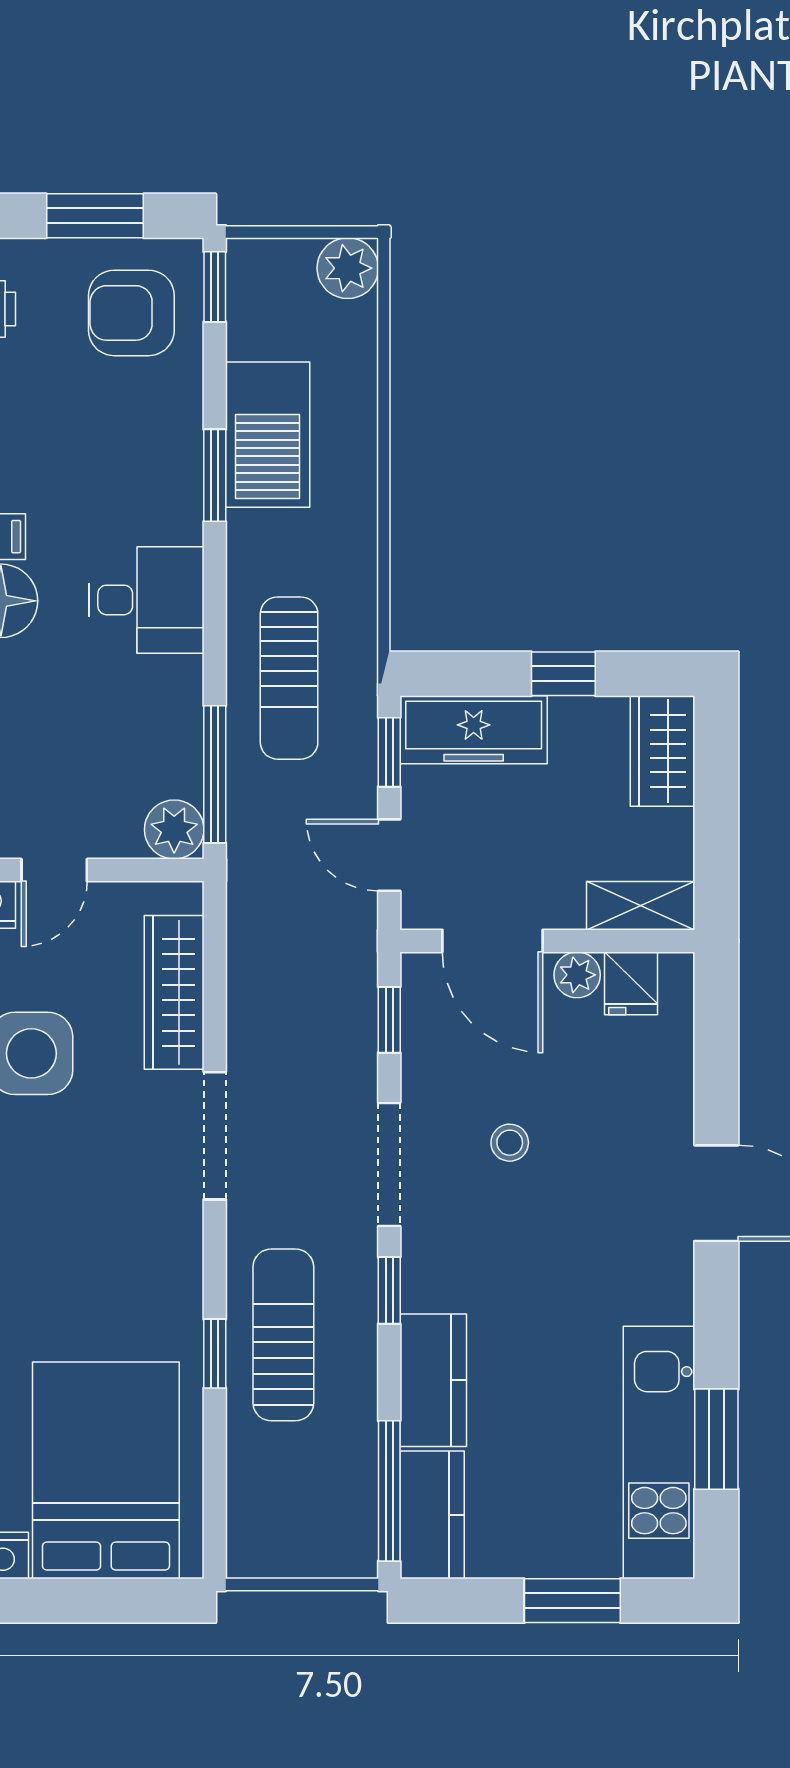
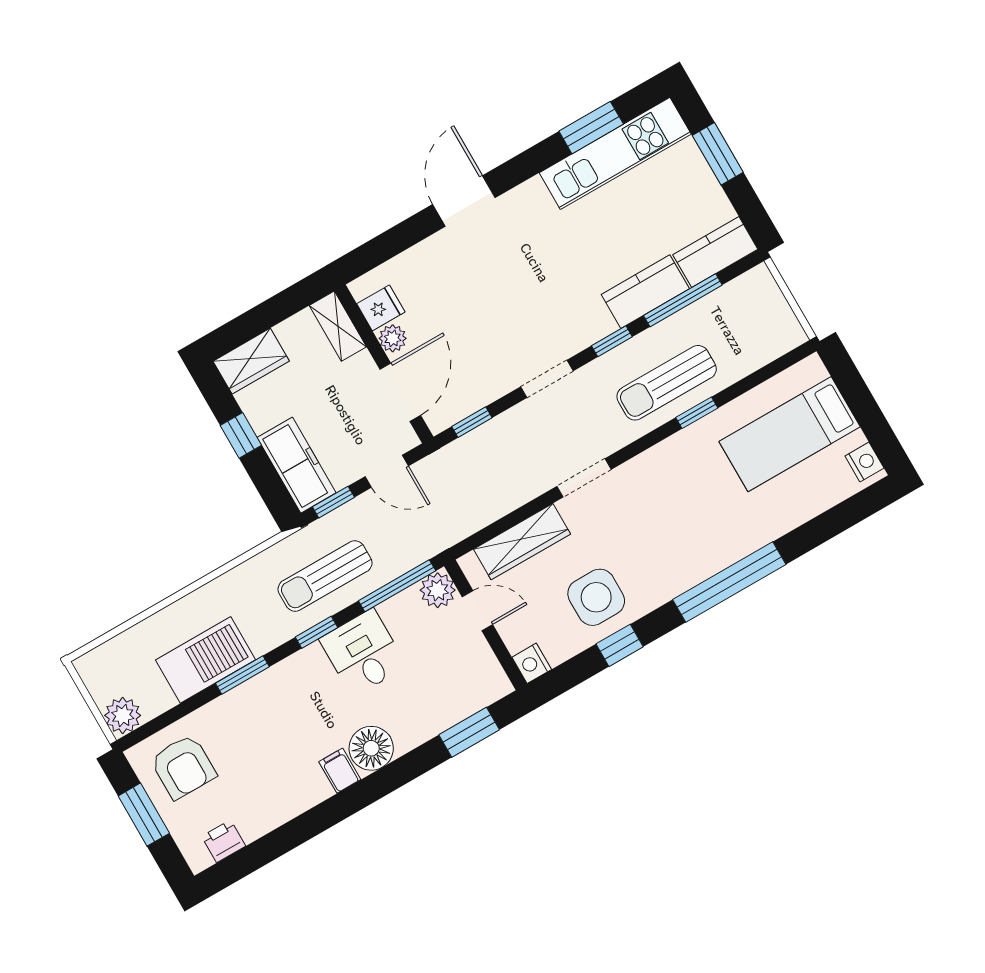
plant: (348, 268) -> (123, 715), moved
window: (215, 287) -> (317, 632), moved
desk: (146, 600) -> (363, 653), moved
sun lounger: (289, 678) -> (325, 576), turned 180
door: (389, 855) -> (387, 471), hinge flipped
door: (54, 870) -> (477, 611), moved
doorway: (215, 1136) -> (584, 478), width x0.73
stool: (510, 1143) -> (499, 323), removed
doorway: (389, 1165) -> (547, 379), width x0.73
bed: (106, 1470) -> (790, 434), width x0.67
window: (389, 1491) -> (683, 300), moved

